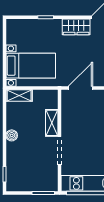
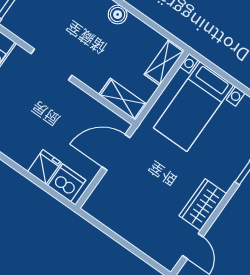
door: (80, 88) -> (116, 152), swing flipped
shelving: (52, 123) -> (123, 99), moved

